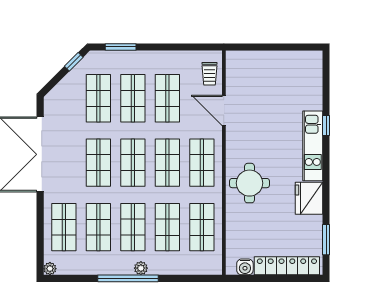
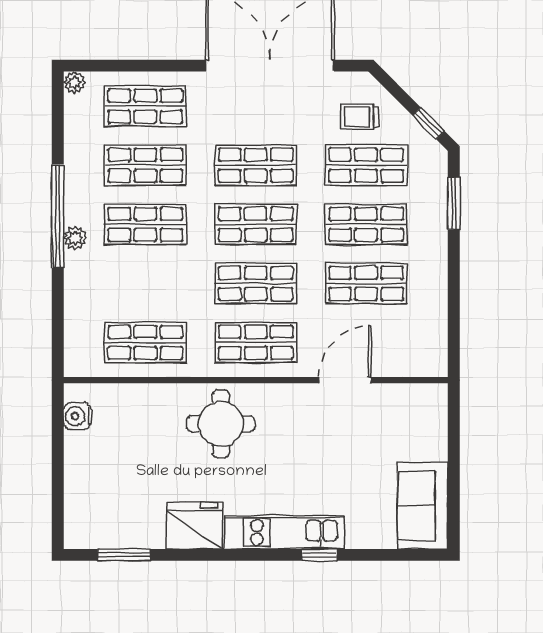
sofa: (297, 65) -> (423, 506), added
trolley: (209, 74) -> (360, 117), moved
shop shelf: (167, 227) -> (145, 283), removed
locker: (287, 266) -> (79, 488), removed

